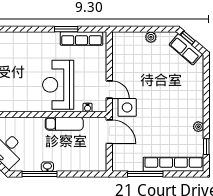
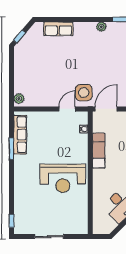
plant: (151, 37) -> (19, 99), moved
row of seats: (186, 49) -> (58, 29), moved, turned 49
reception desk: (58, 85) -> (63, 178), moved

